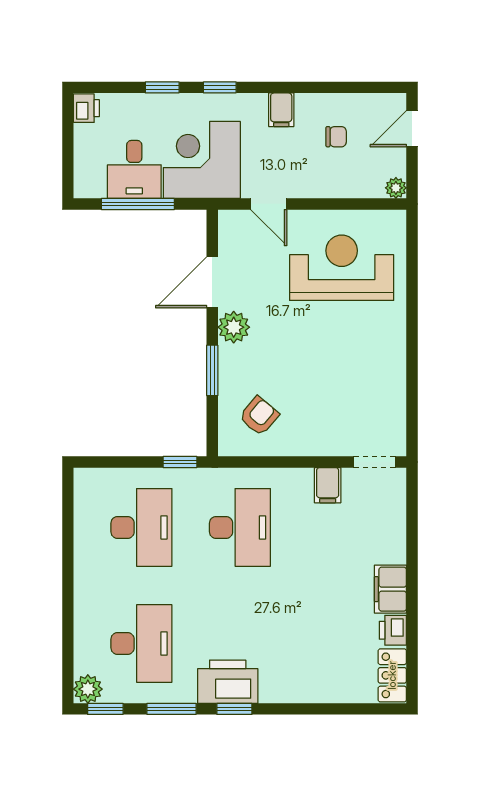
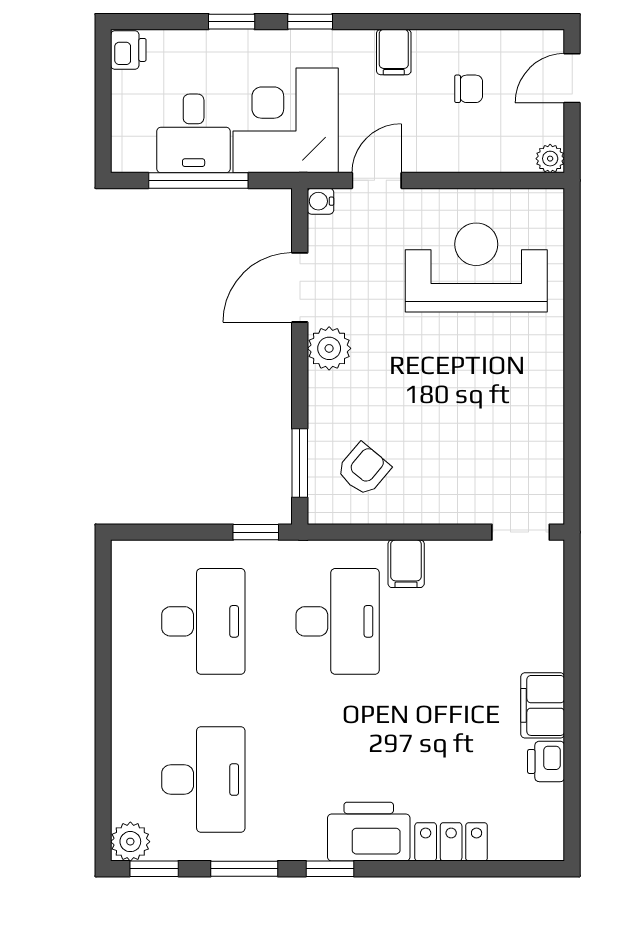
door: (269, 204) -> (377, 180), swing flipped
water cooler: (227, 219) -> (320, 201), added
window: (212, 370) -> (300, 463), moved
filing cabinet: (328, 485) -> (406, 564), moved
locker: (392, 675) -> (451, 842), moved, turned 90
printer: (228, 682) -> (369, 832), moved

